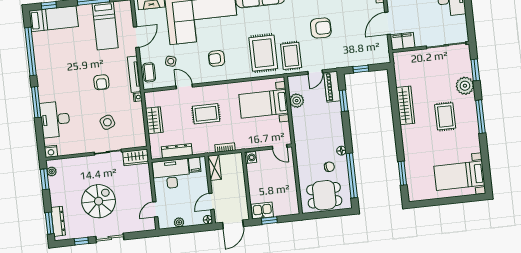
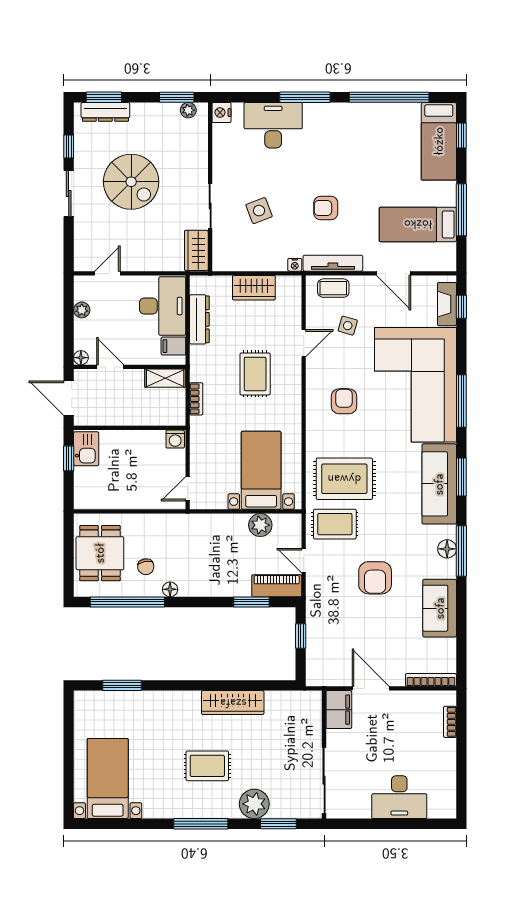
door: (155, 209) -> (107, 273), hinge flipped

